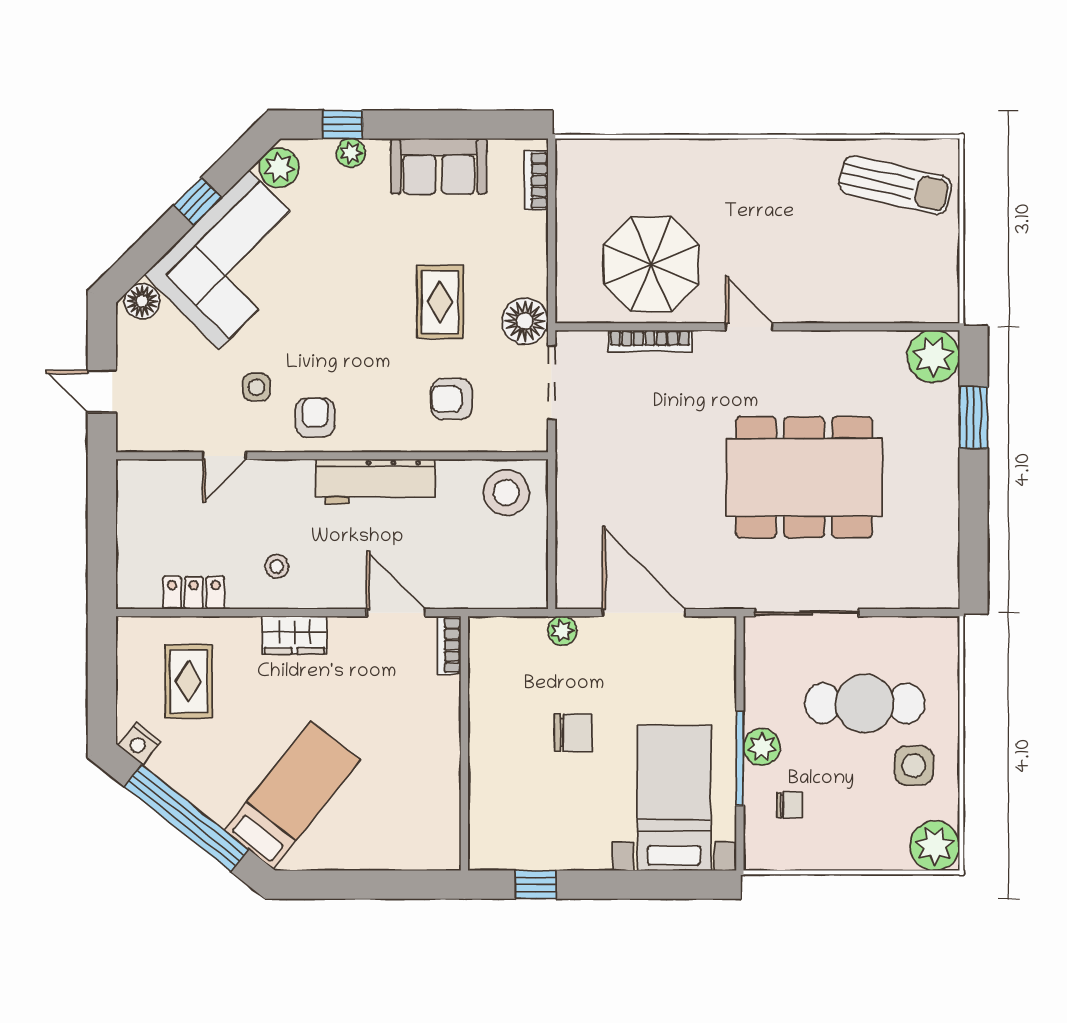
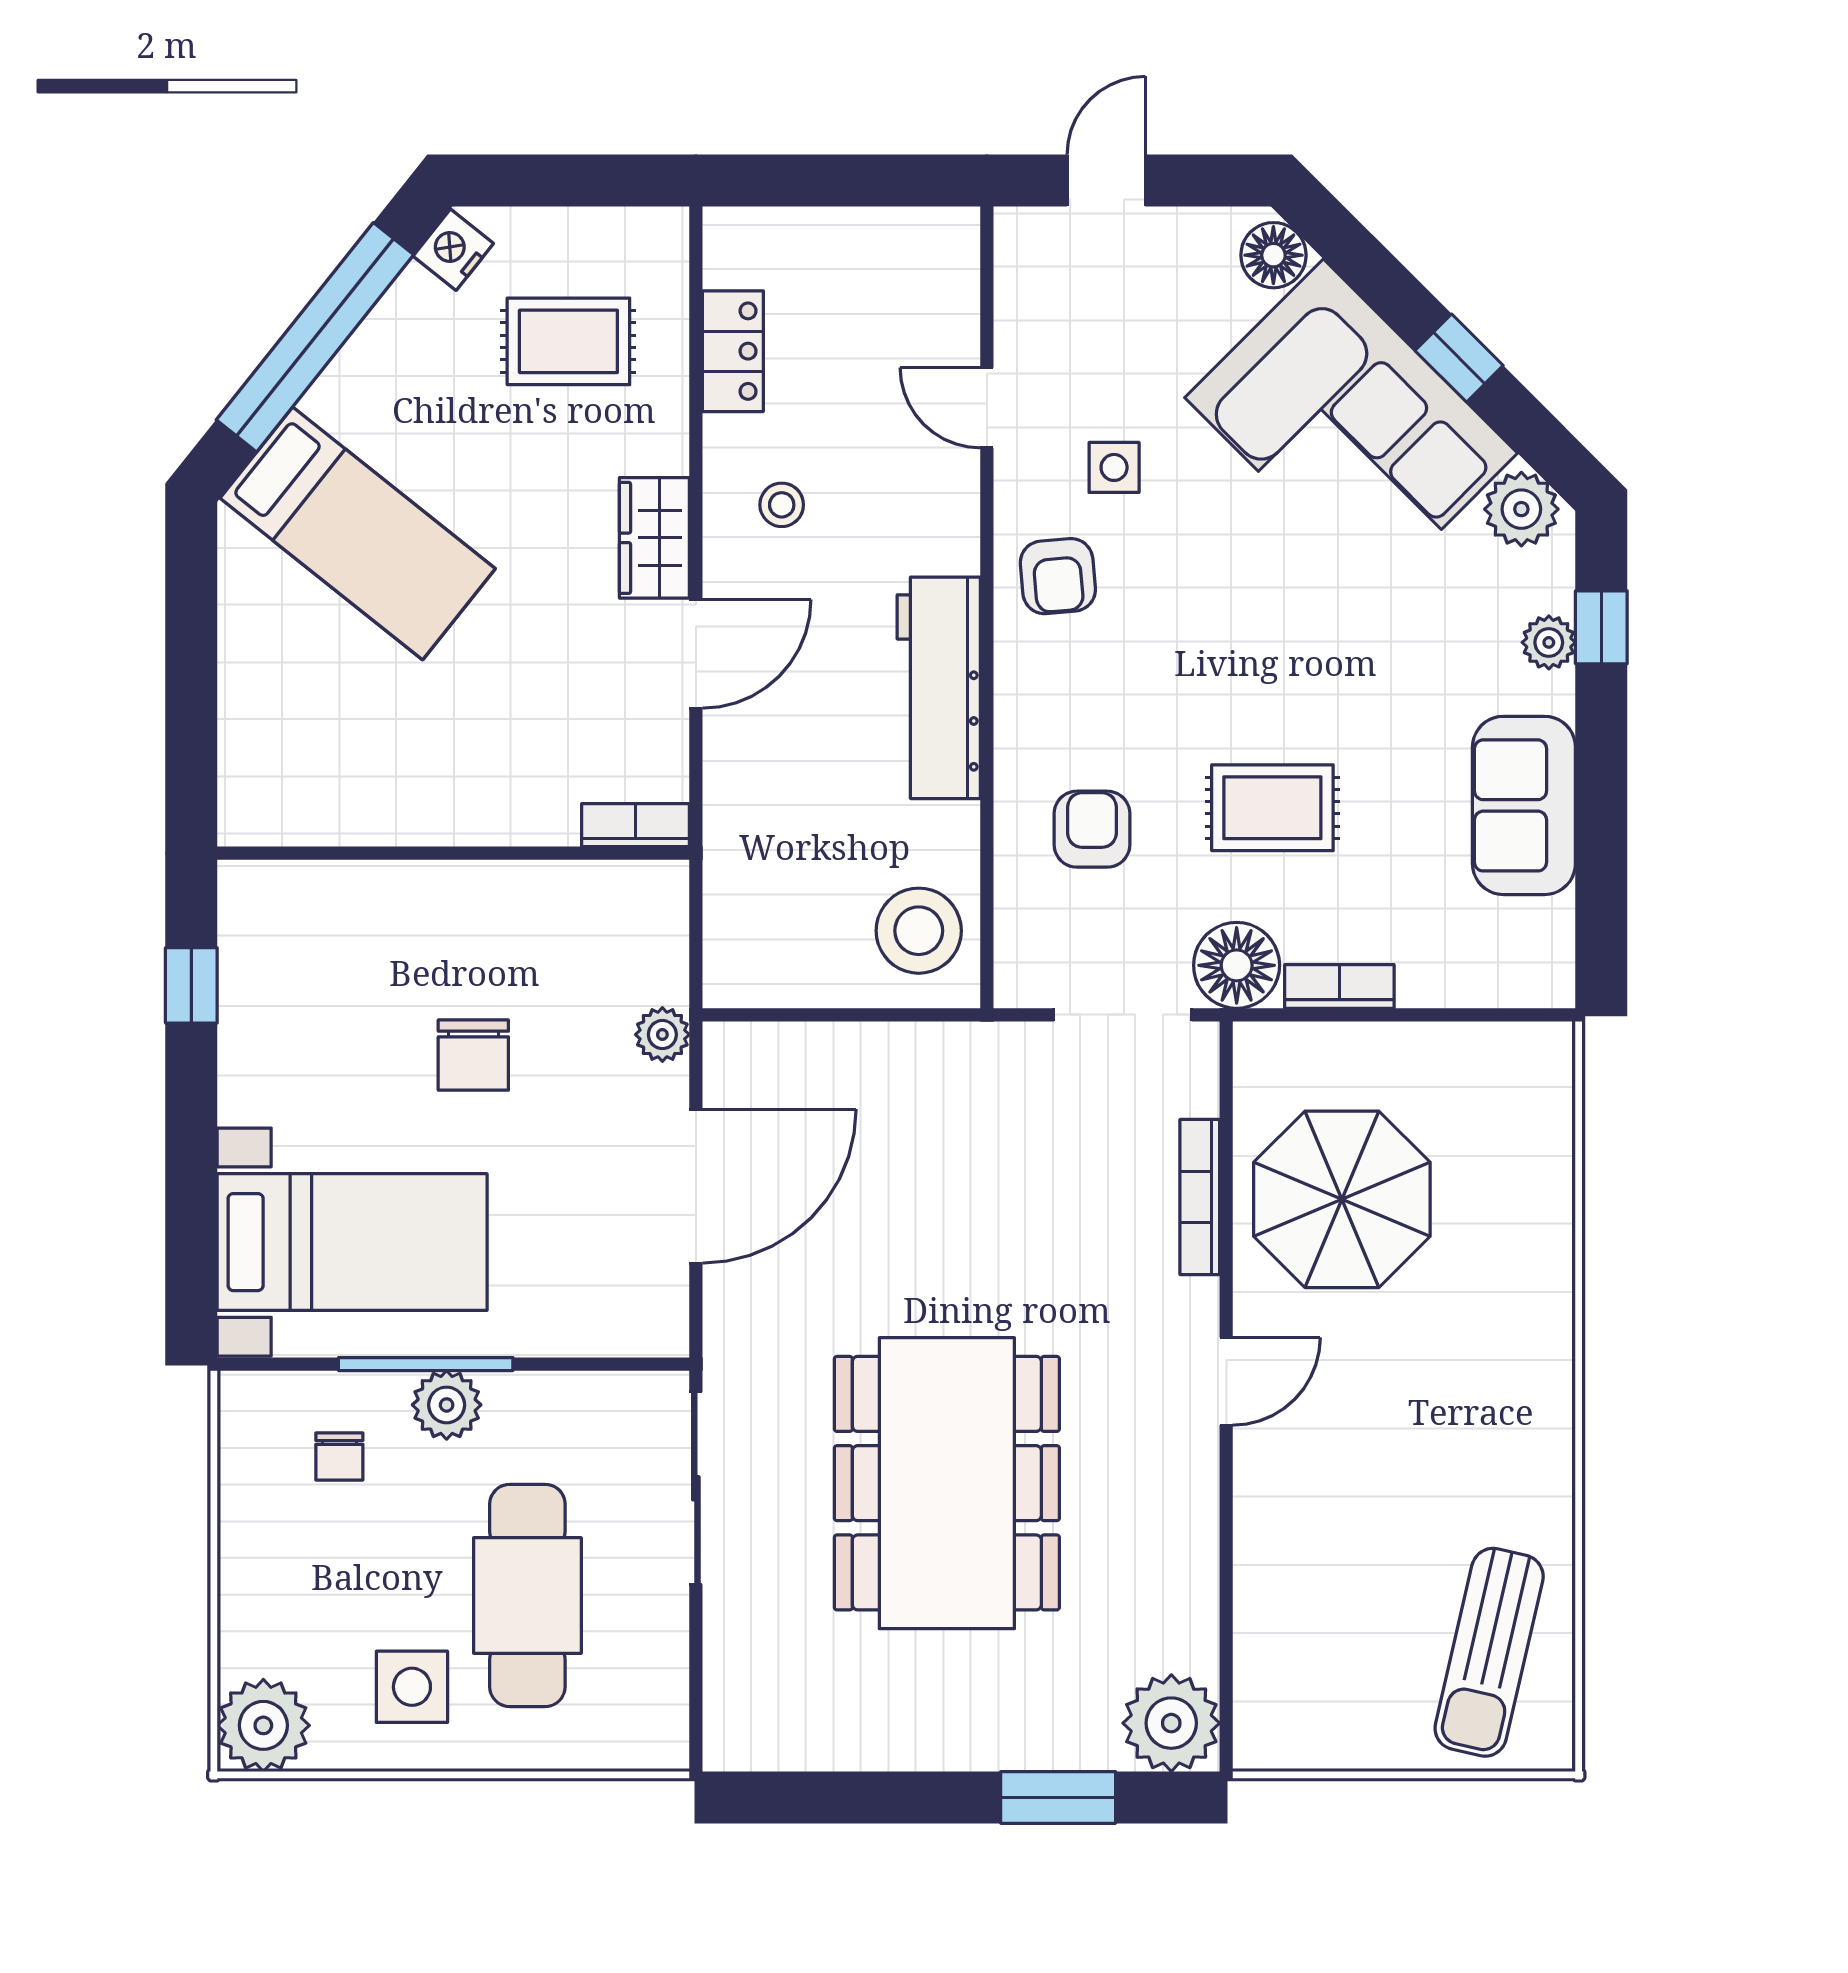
bookcase: (536, 181) -> (1339, 986), moved
armchair: (315, 418) -> (1058, 576), turned 85
door: (396, 613) -> (696, 654), moved

